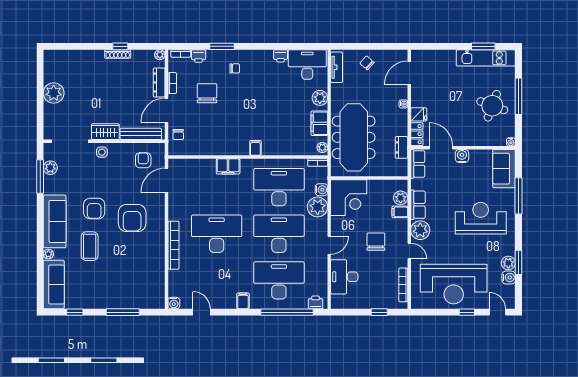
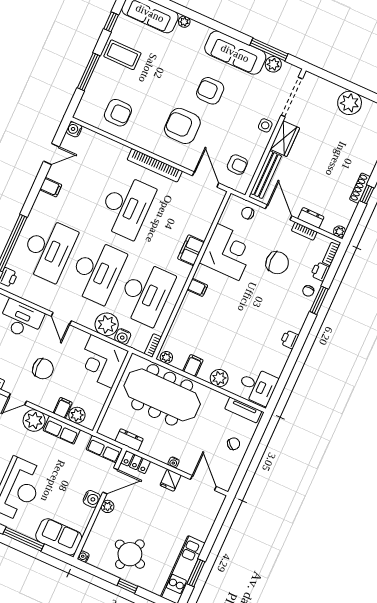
printer: (281, 56) -> (289, 339), moved
desk: (307, 65) -> (257, 386), width x0.73
chair: (235, 68) -> (308, 291), moved
dresser: (159, 83) -> (311, 218), width x0.70
window: (518, 96) -> (127, 586), width x0.46
fridge: (419, 114) -> (170, 480), moved
filing cabinet: (319, 123) -> (193, 366), width x0.50
corner desk: (216, 136) -> (228, 252), added
plant: (462, 141) -> (107, 506), added
sofa: (55, 221) -> (235, 53), moved
bookcase: (173, 245) -> (155, 165), moved
coffee table: (90, 246) -> (122, 55), moved
armchair: (145, 274) -> (118, 113), added
filing cabinet: (243, 301) -> (51, 187), moved

